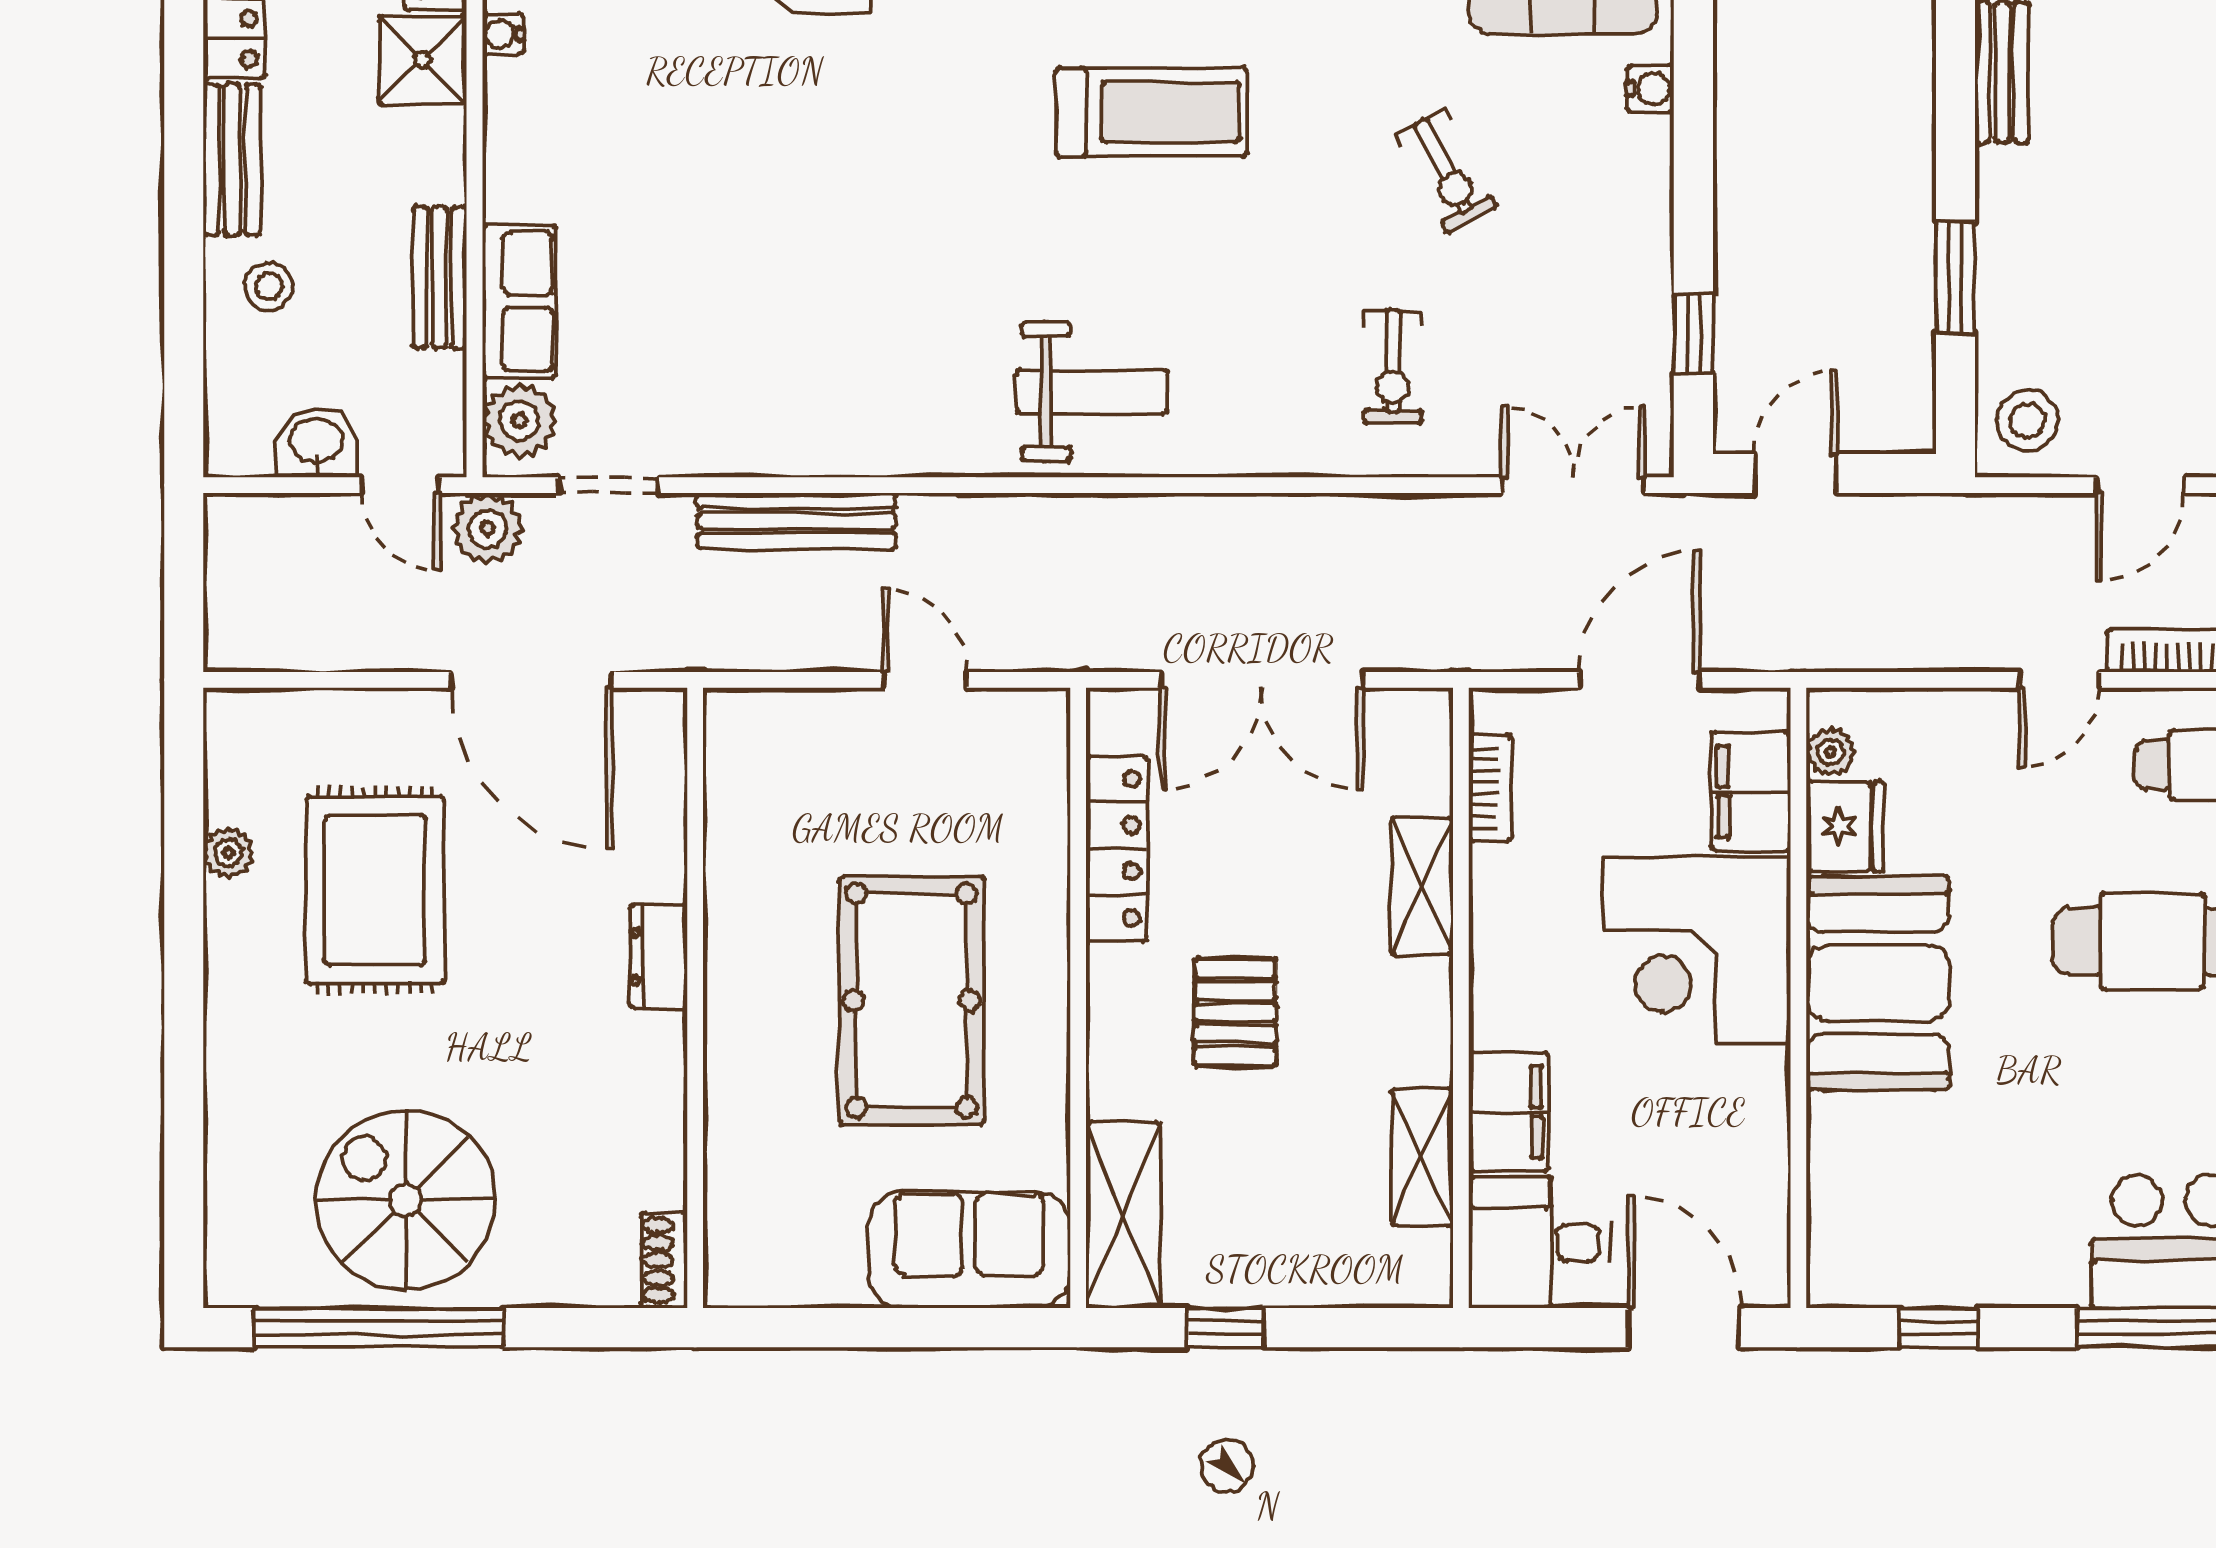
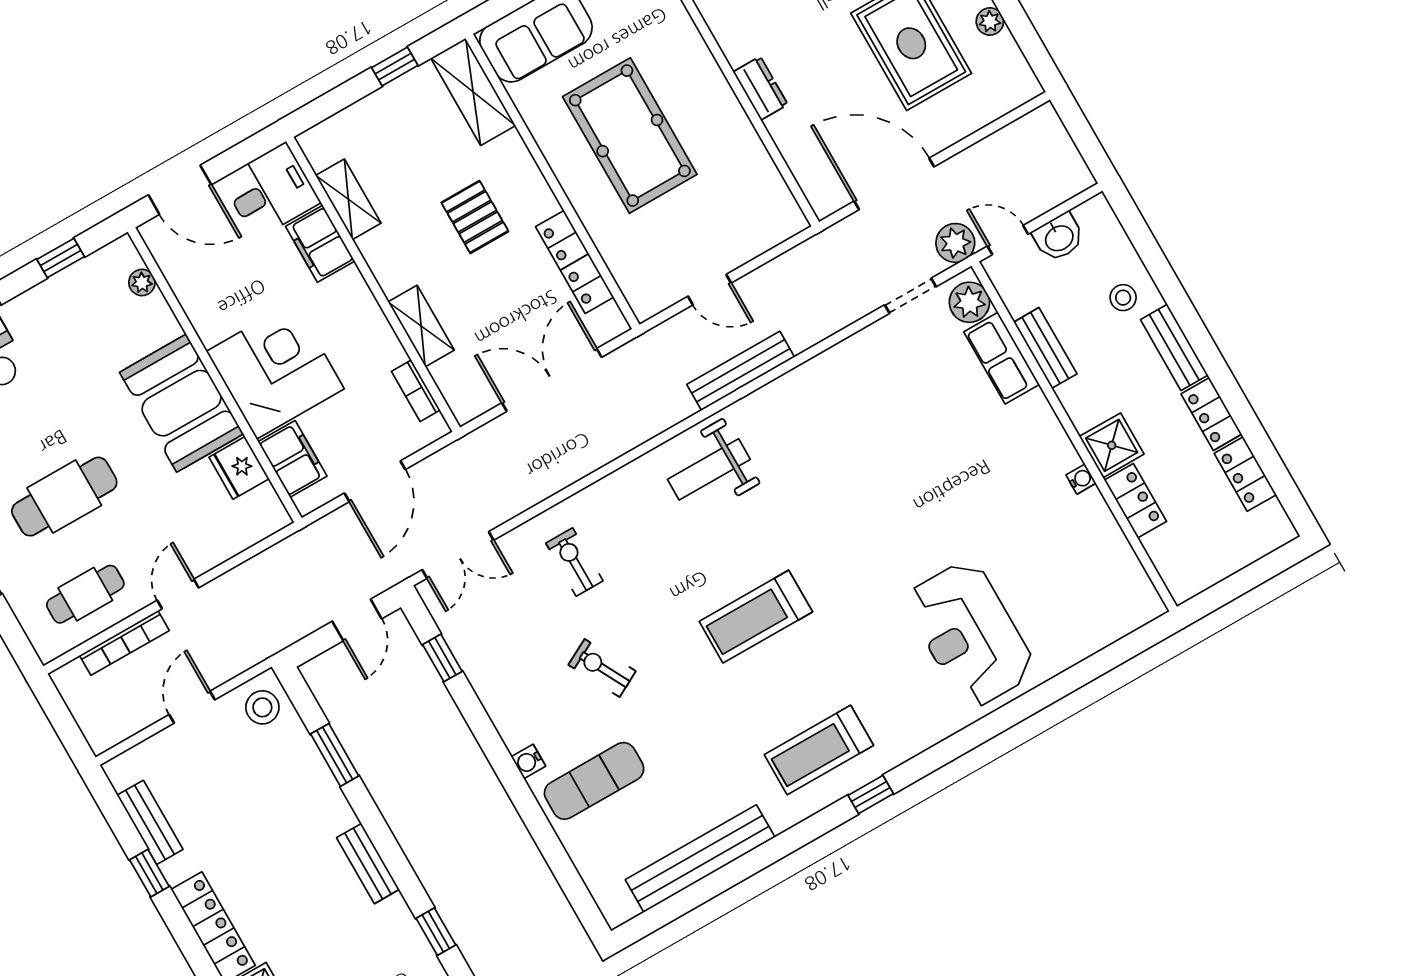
bench: (796, 521) -> (741, 371), moved
plant: (1830, 752) -> (142, 283), moved

